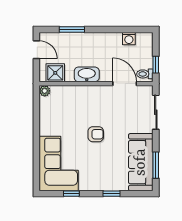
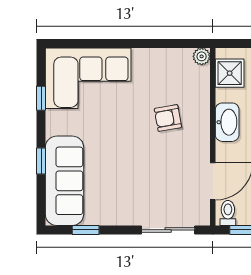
armchair: (96, 134) -> (168, 118), moved, turned 80
sofa: (141, 162) -> (64, 181), moved, turned 90
window: (156, 165) -> (86, 230), width x0.67

